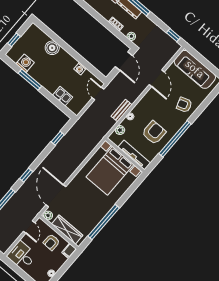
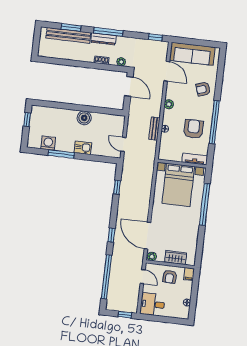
window: (14, 40) -> (27, 120), moved
boiler: (52, 48) -> (84, 118), moved
washing machine: (80, 69) -> (97, 117), removed
door: (157, 78) -> (167, 71), moved
door: (98, 93) -> (123, 144), moved
kitchen sink: (63, 96) -> (83, 148), moved
plant: (120, 130) -> (169, 104), moved
tv unit: (134, 155) -> (195, 159), width x0.71
window: (104, 222) -> (205, 204), moved
wardrobe: (67, 230) -> (176, 258), width x0.67

